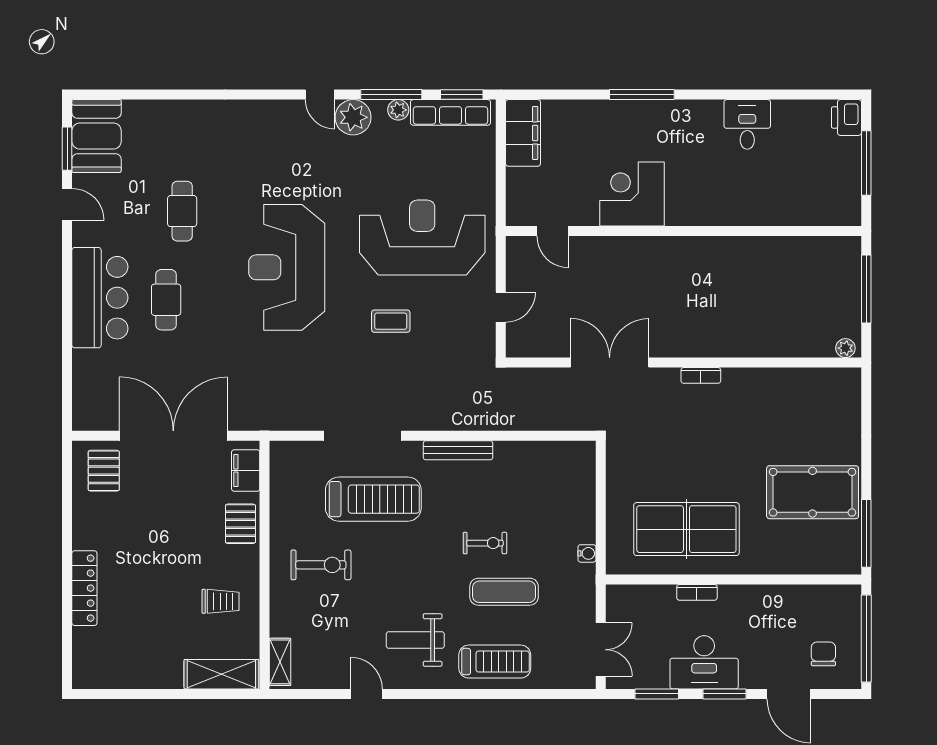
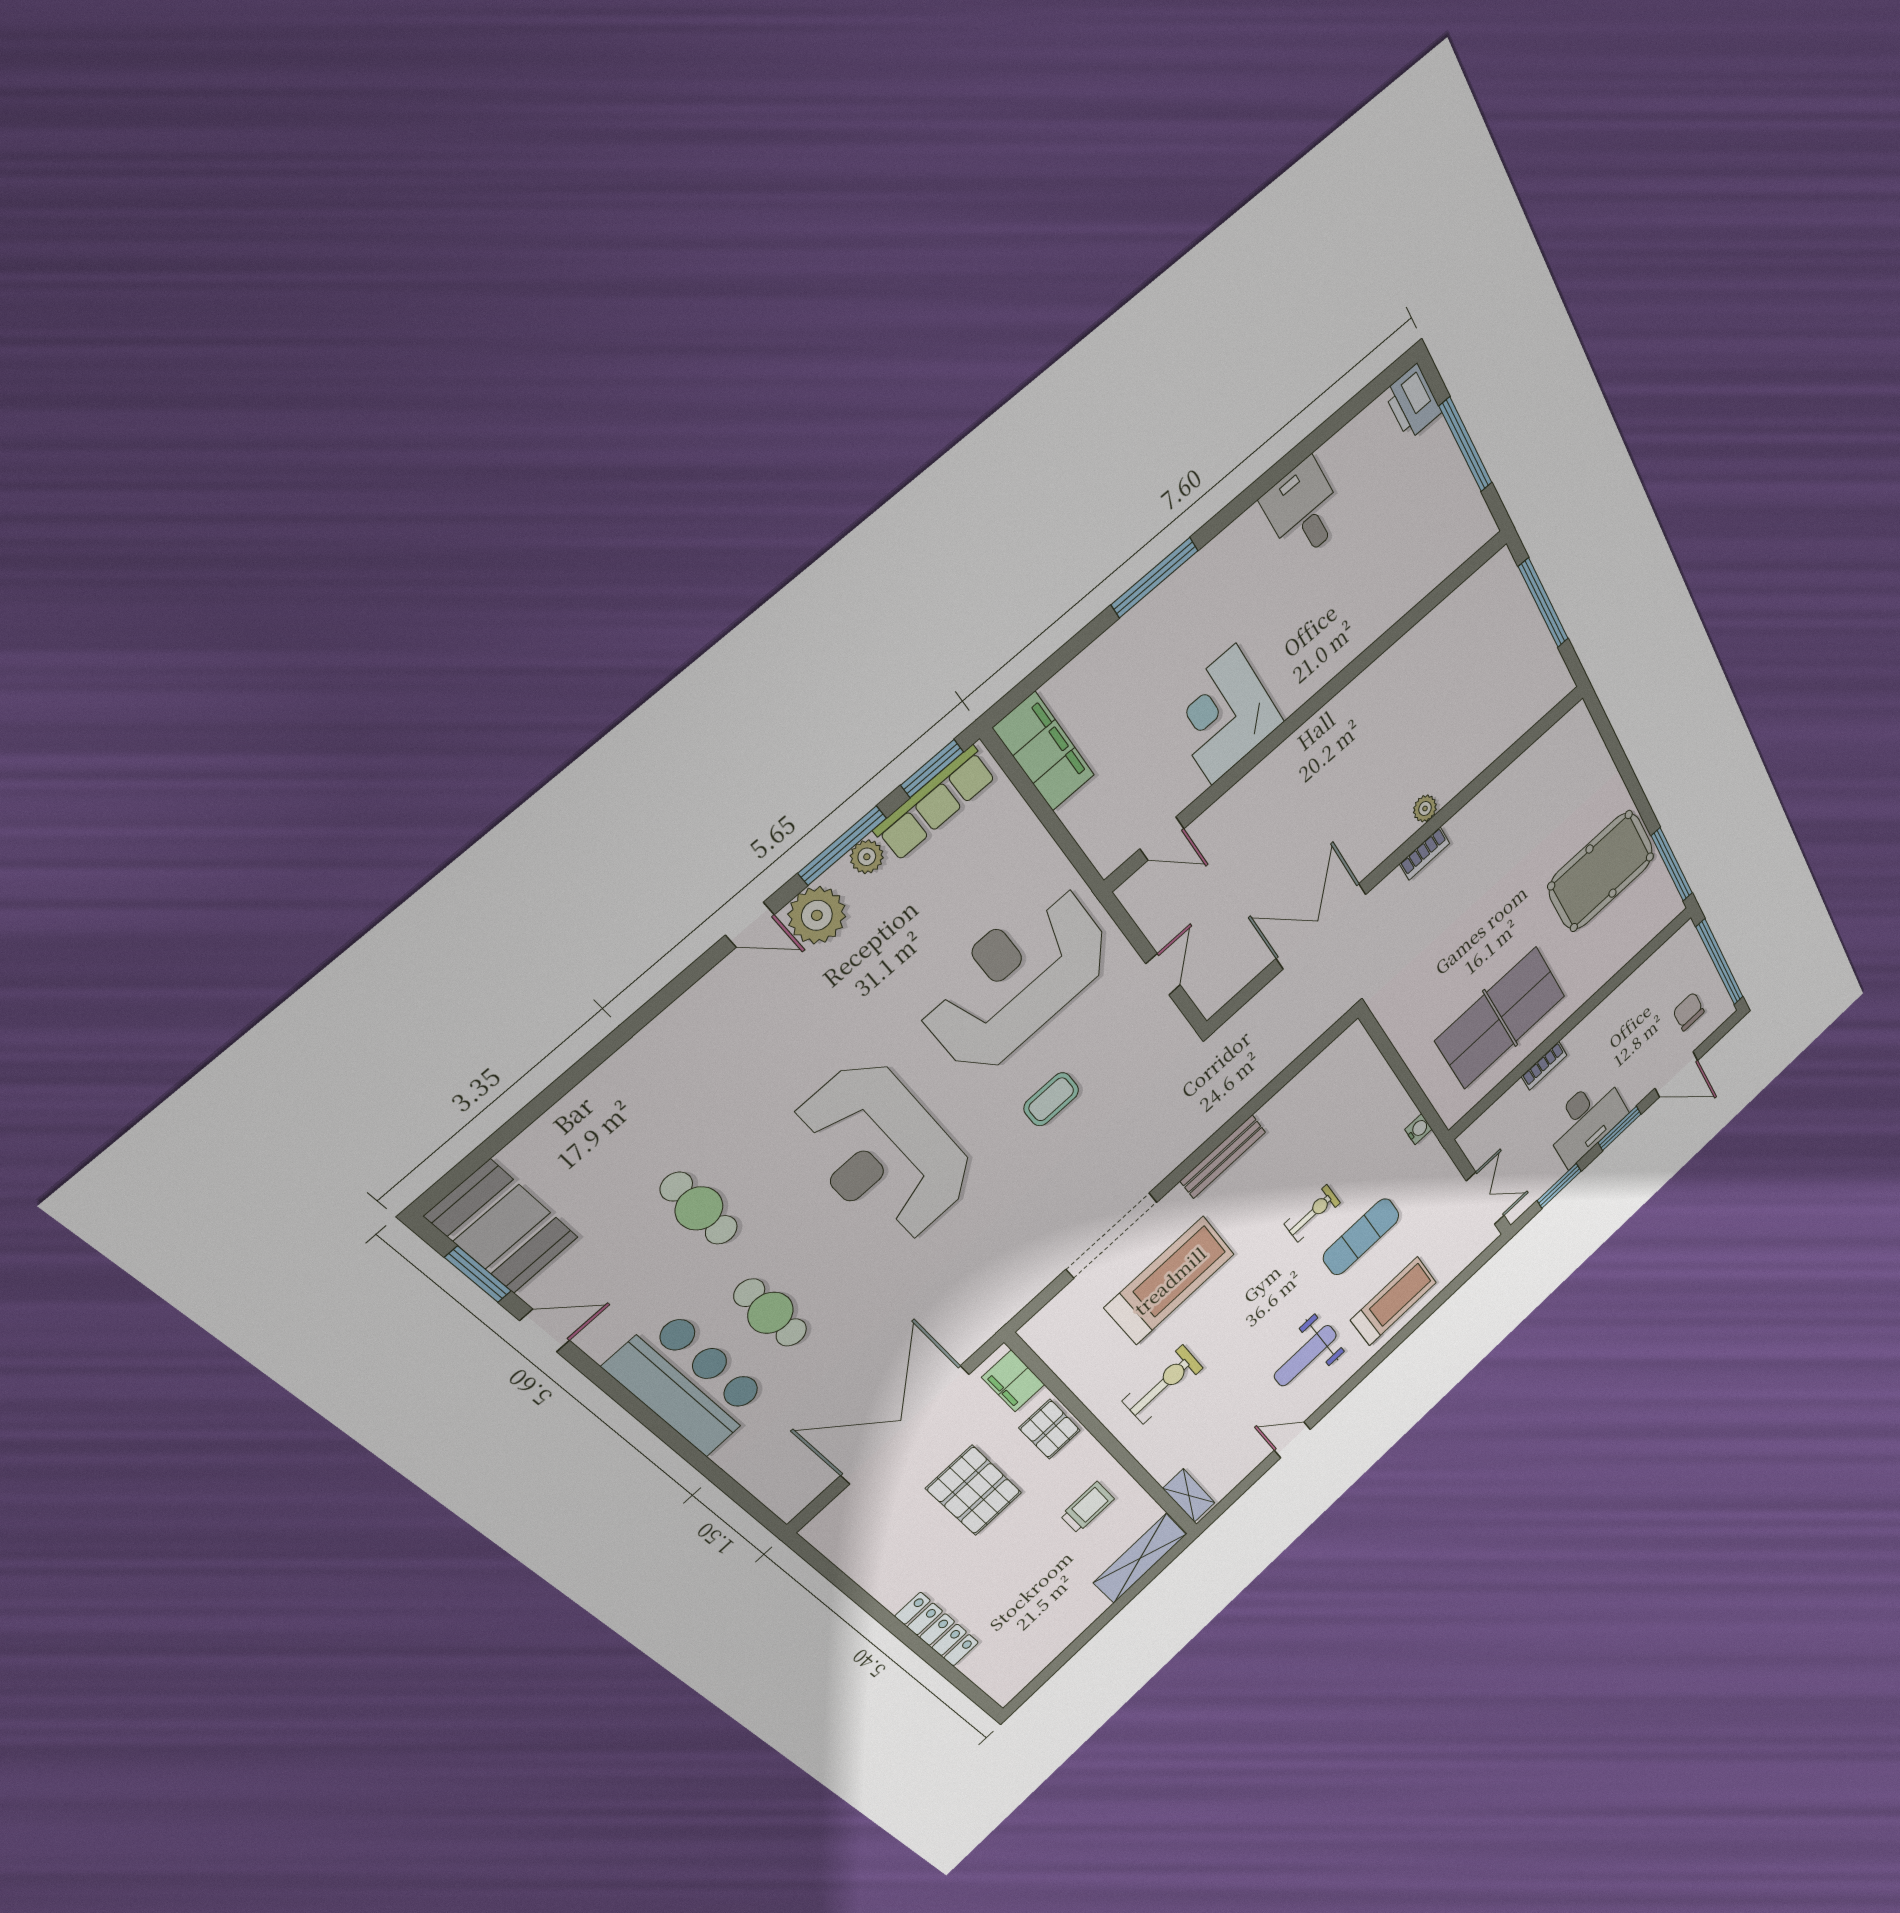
plant: (845, 348) -> (1425, 809), moved
pallet: (104, 471) -> (974, 1491), moved, width x1.50, depth x1.42

